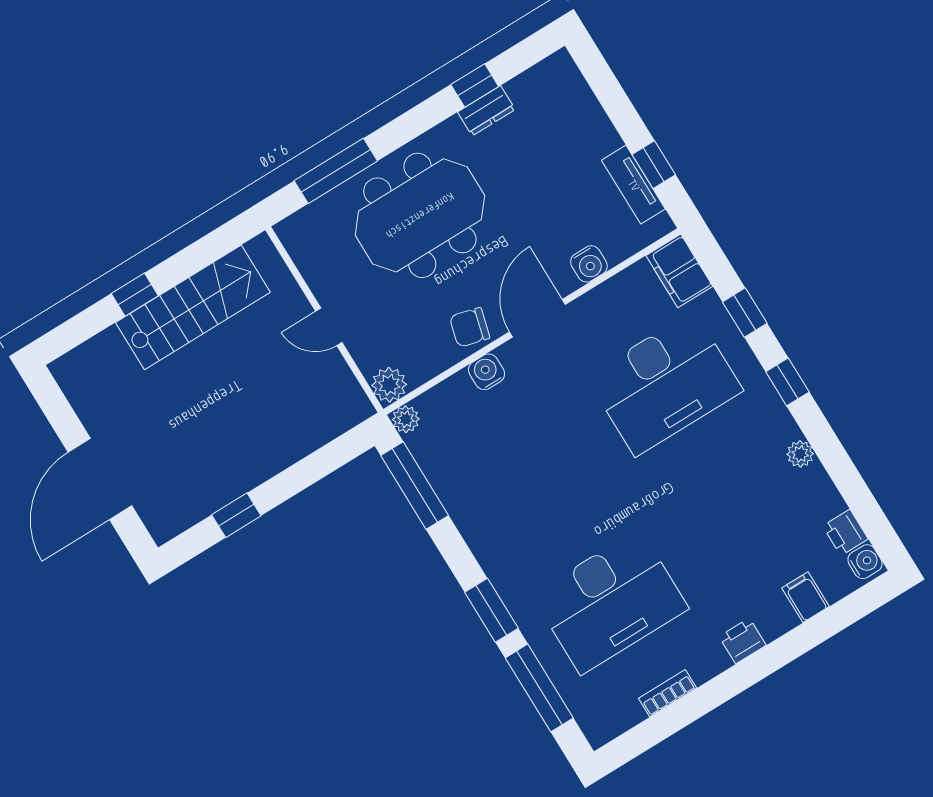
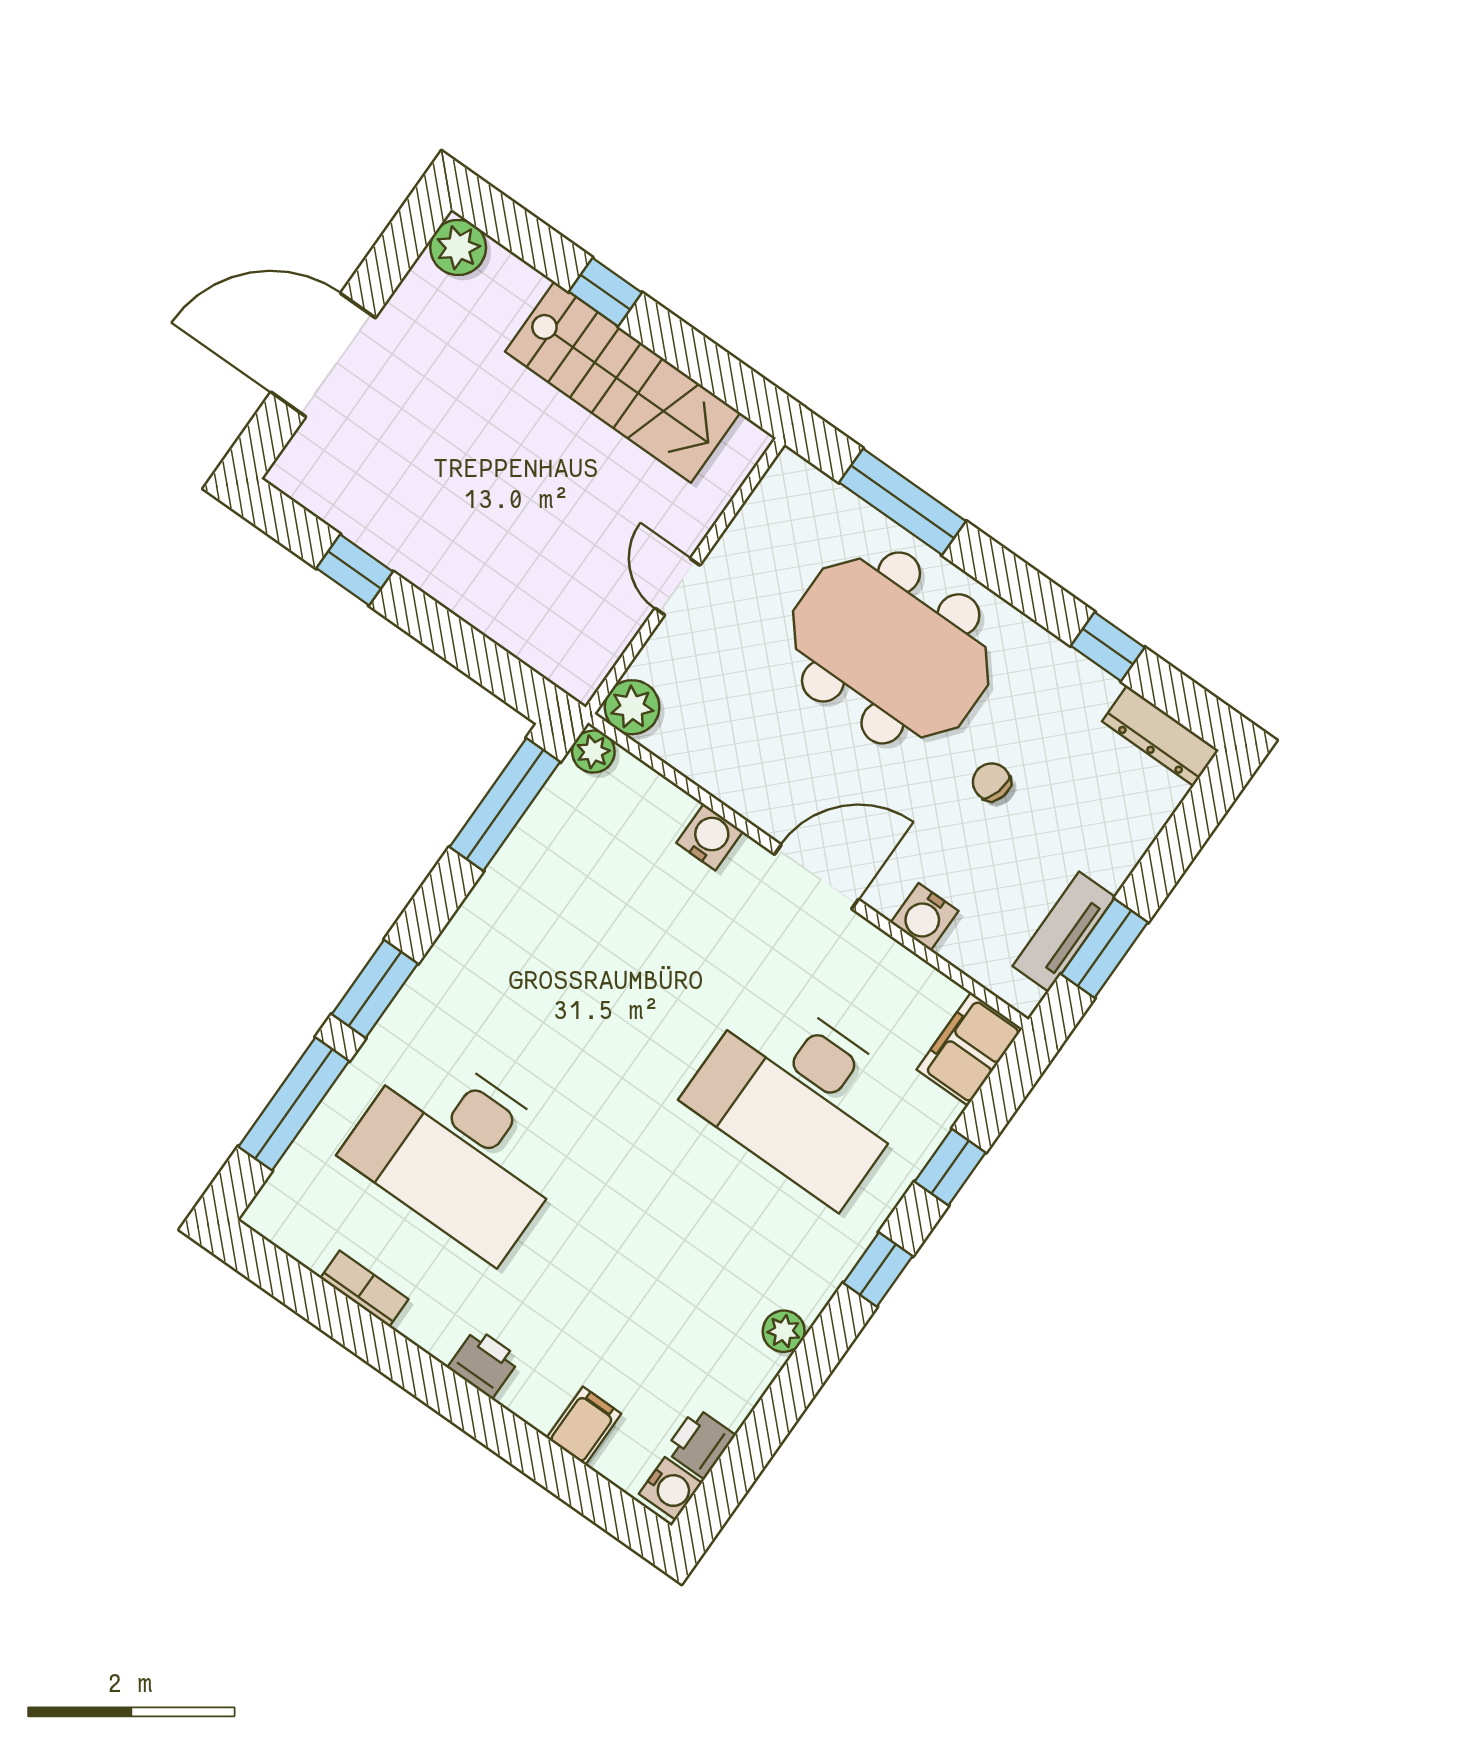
dresser: (486, 111) -> (1160, 736), moved, width x1.44
window: (654, 165) -> (1104, 948), width x1.50
chair: (470, 327) -> (992, 782), moved, width x0.73, depth x0.73
plant: (70, 371) -> (458, 247), added

